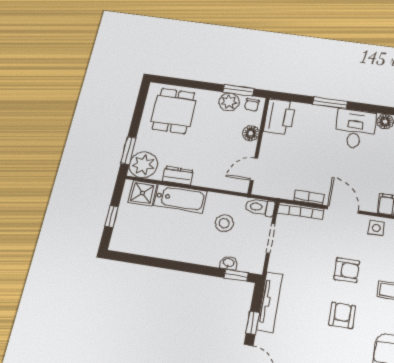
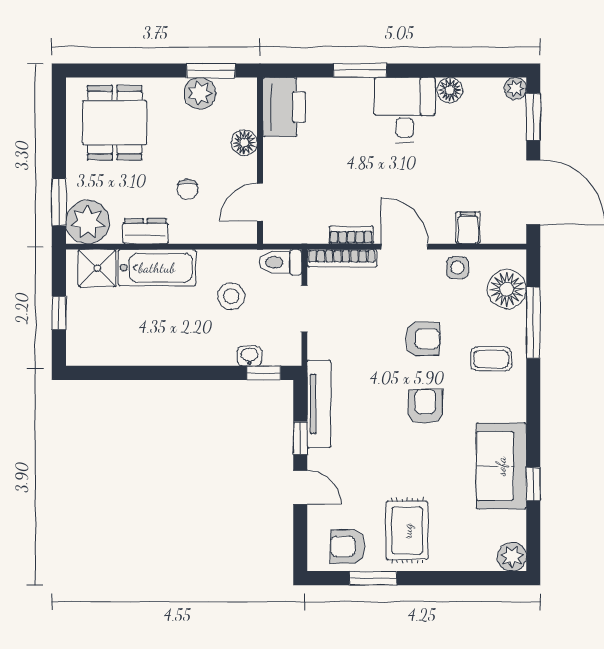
chair: (252, 105) -> (187, 189), moved

